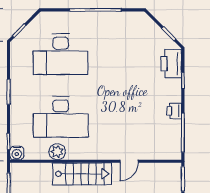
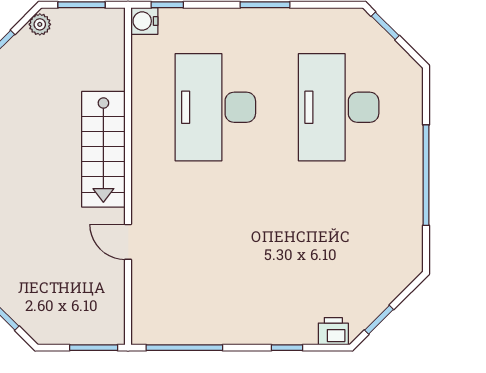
printer: (171, 64) -> (333, 331), width x0.53, depth x0.68
printer: (174, 111) -> (227, 331), removed
plant: (57, 152) -> (147, 100), removed

